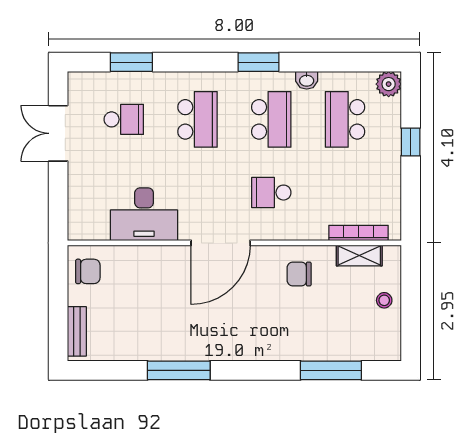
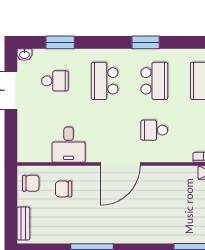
washbasin: (307, 80) -> (24, 55), moved
school desk: (198, 119) -> (105, 81), turned 180
desk: (144, 214) -> (69, 145), width x0.73
chair: (299, 274) -> (64, 189), moved

